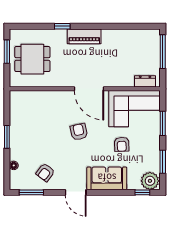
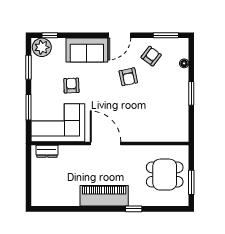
piano: (84, 36) -> (104, 196), width x1.37, depth x1.33
window: (163, 52) -> (28, 182), removed
armchair: (79, 132) -> (128, 77), moved
door: (76, 192) -> (120, 35), swing flipped

